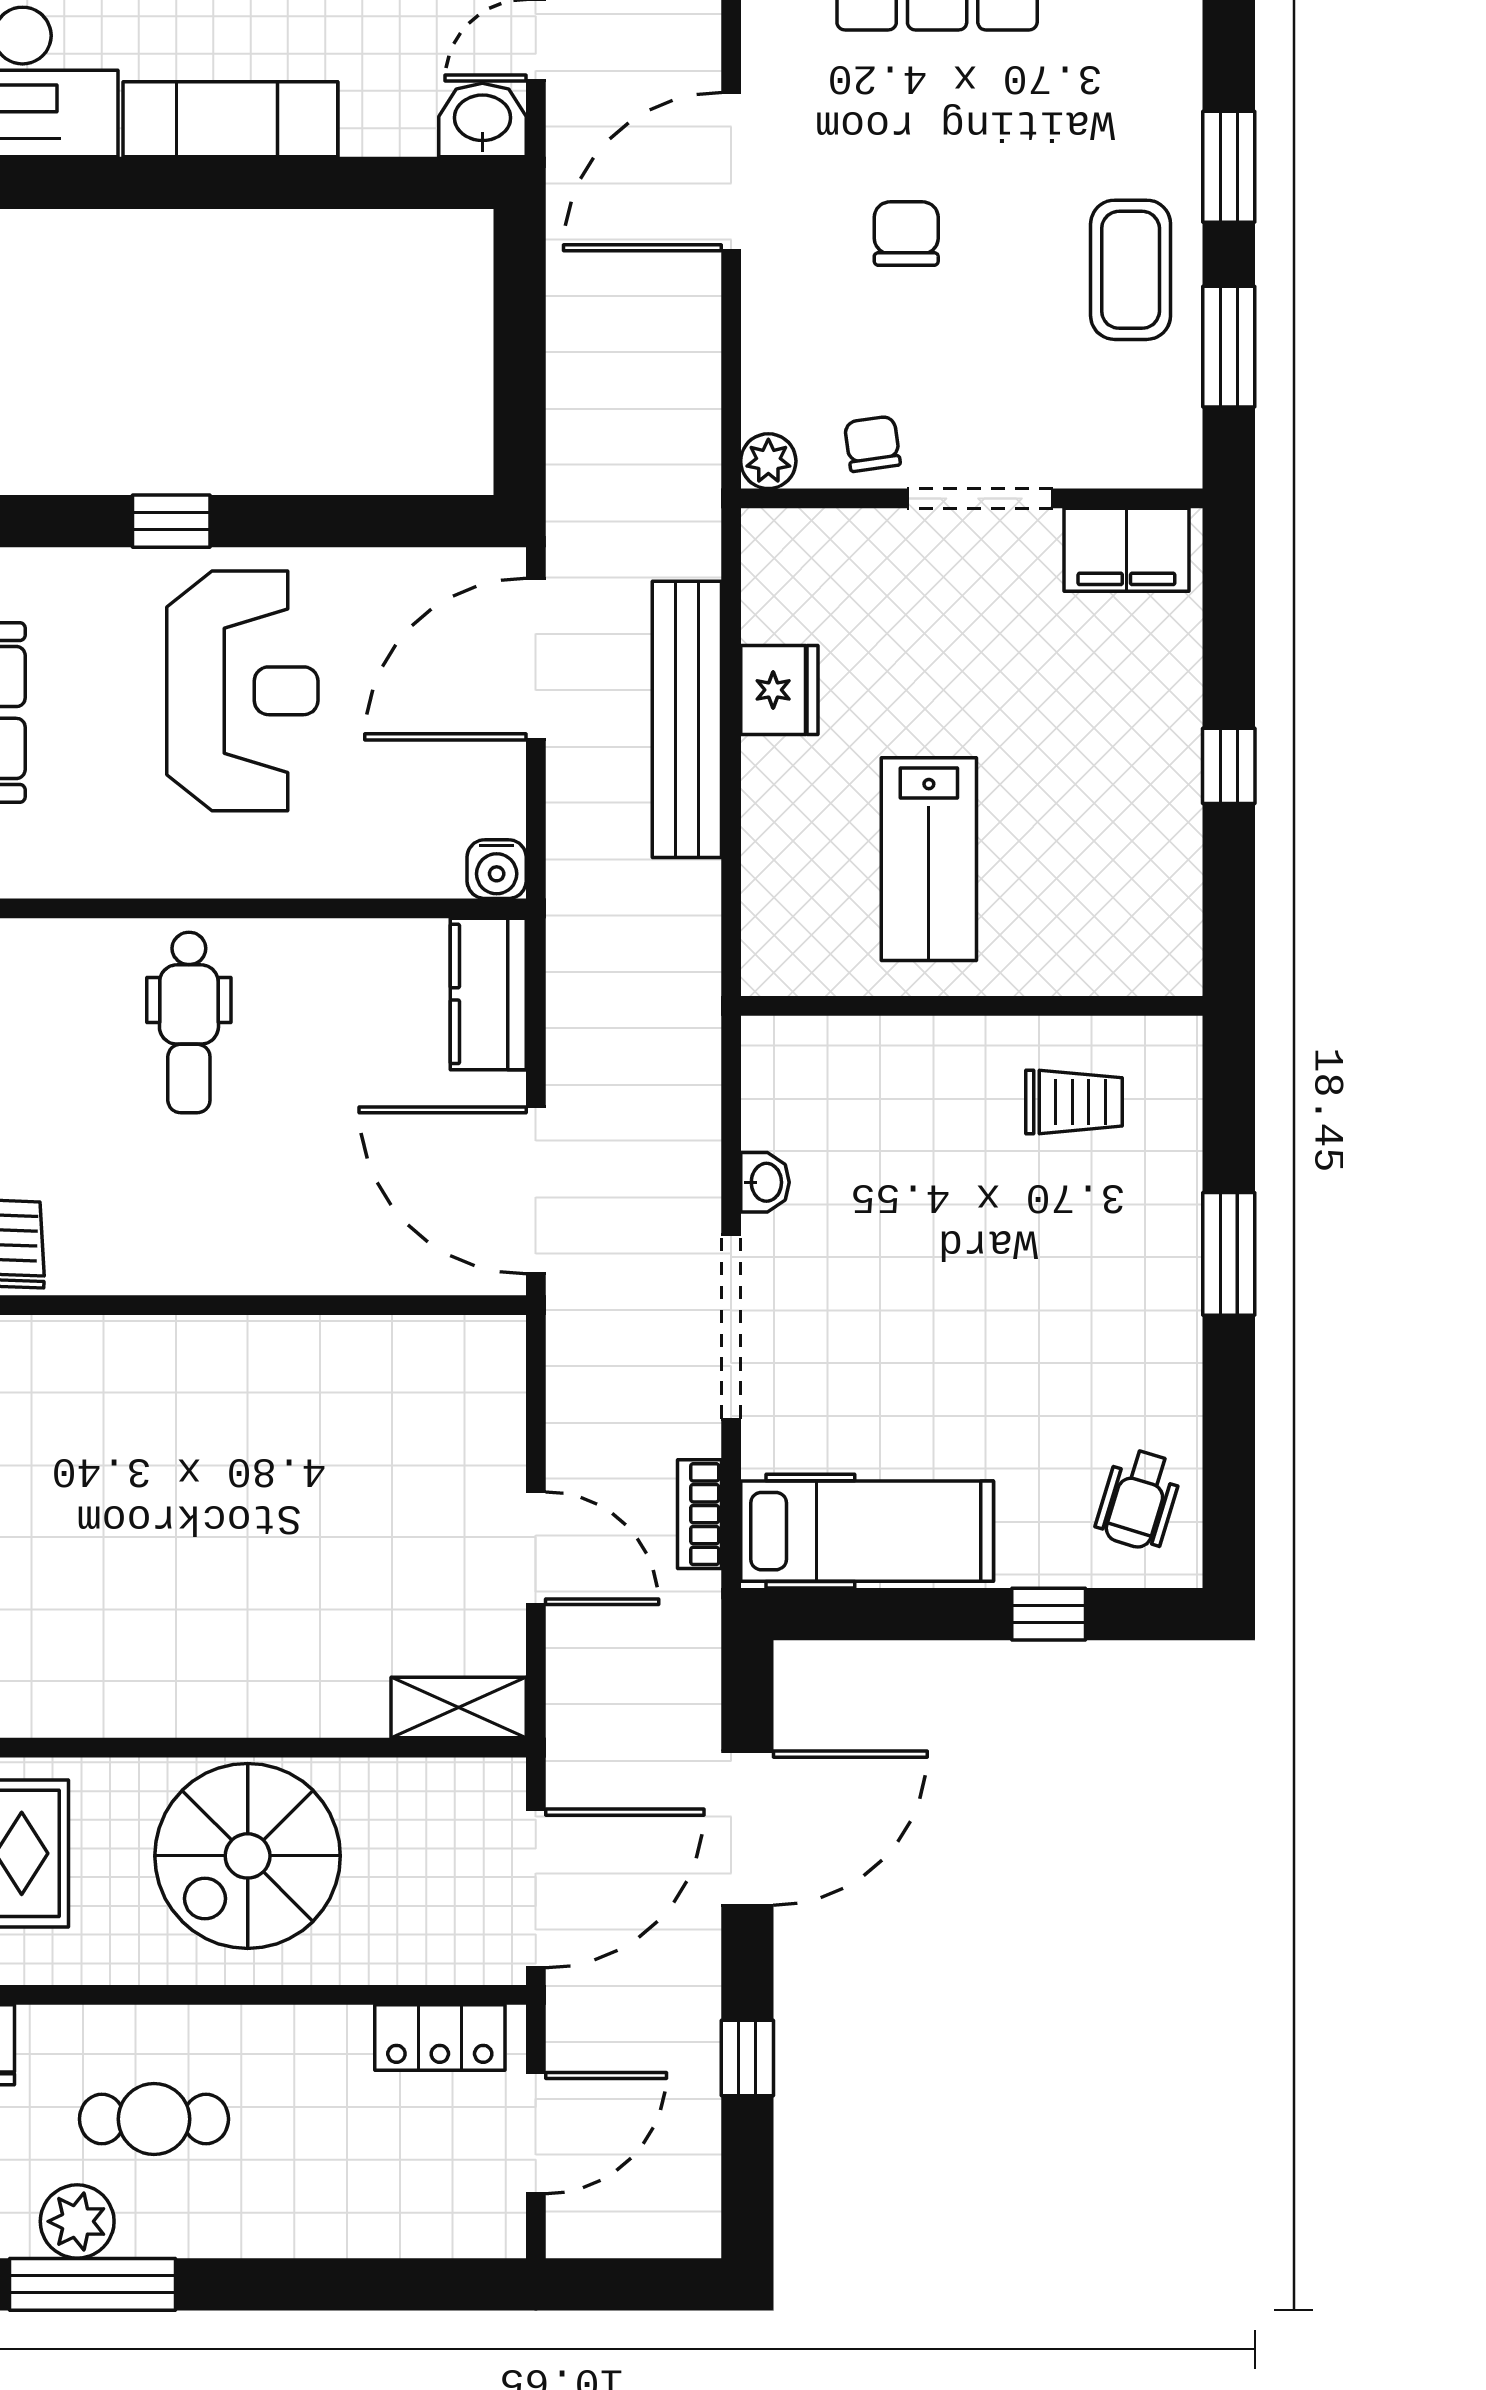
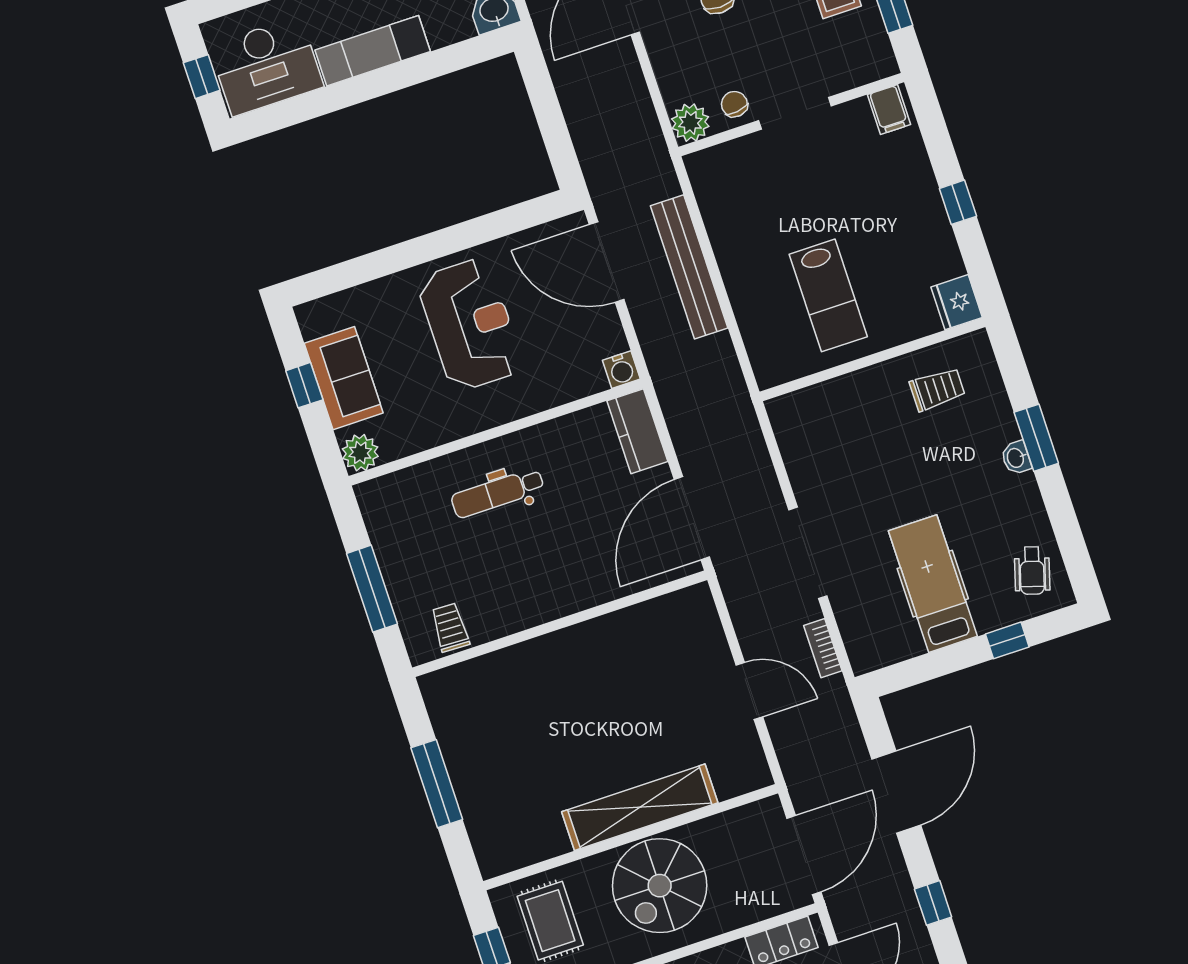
plant: (768, 461) -> (690, 123), width x1.38, depth x1.38
window: (171, 521) -> (409, 254), removed
filing cabinet: (1126, 550) -> (889, 110), width x0.50
door: (536, 659) -> (607, 262), hinge flipped
fridge: (779, 690) -> (957, 302), moved, turned 180
dental chair: (189, 1023) -> (498, 493), turned 90
washbasin: (765, 1182) -> (1016, 458), moved, turned 180
door: (536, 1190) -> (692, 518), hinge flipped
hospital bed: (867, 1531) -> (933, 584), moved, turned -90
shelving: (459, 1707) -> (640, 807), moved, width x2.20, depth x1.33

